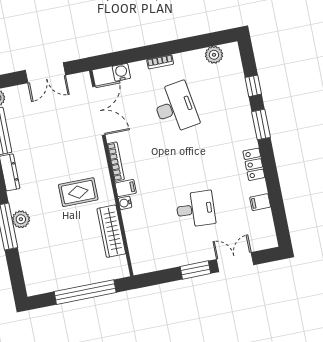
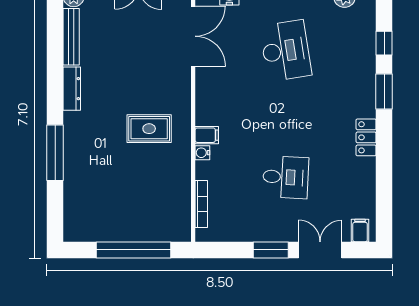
bookcase: (116, 162) -> (201, 204), moved
filing cabinet: (260, 202) -> (360, 230), moved, turned 90
plant: (21, 219) -> (74, 147), removed
wardrobe: (111, 231) -> (179, 183), removed

